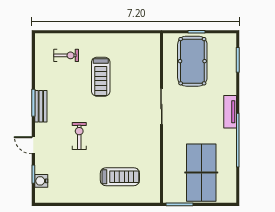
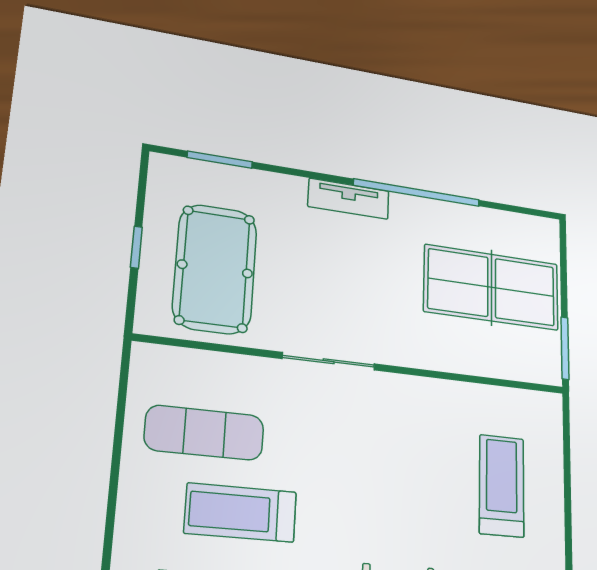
pool table: (192, 61) -> (215, 269), turned 90
exercise mat: (129, 62) -> (204, 433), added
treadmill: (101, 77) -> (241, 513), turned 180

